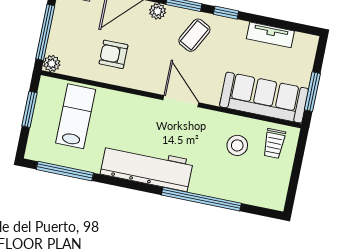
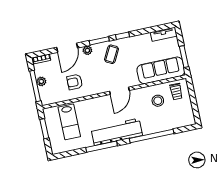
tv unit: (270, 35) -> (164, 34), moved
plant: (52, 64) -> (41, 81), moved
door: (181, 101) -> (119, 91), swing flipped
lab bench: (76, 116) -> (69, 122), turned 180
window: (65, 171) -> (102, 147), moved

